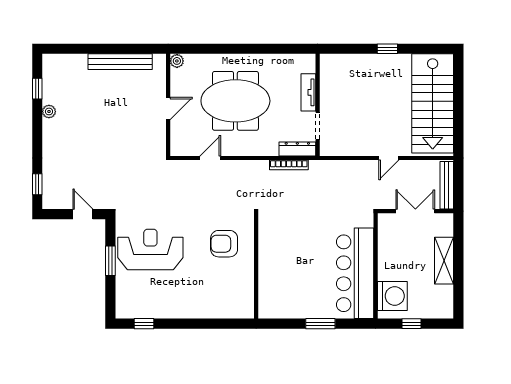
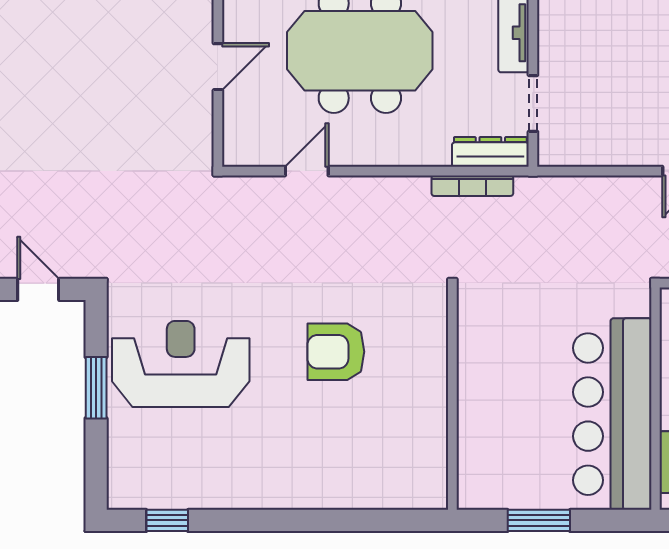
wall: (256, 266) -> (452, 399), moved

